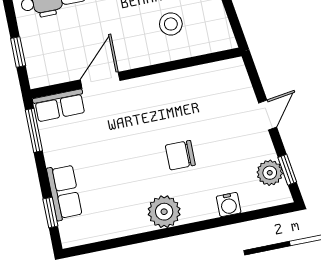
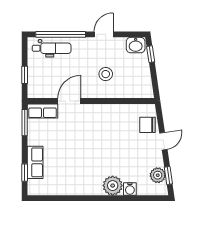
stool: (171, 24) -> (106, 74), moved
chair: (180, 155) -> (148, 125), moved
plant: (164, 212) -> (113, 186), moved

